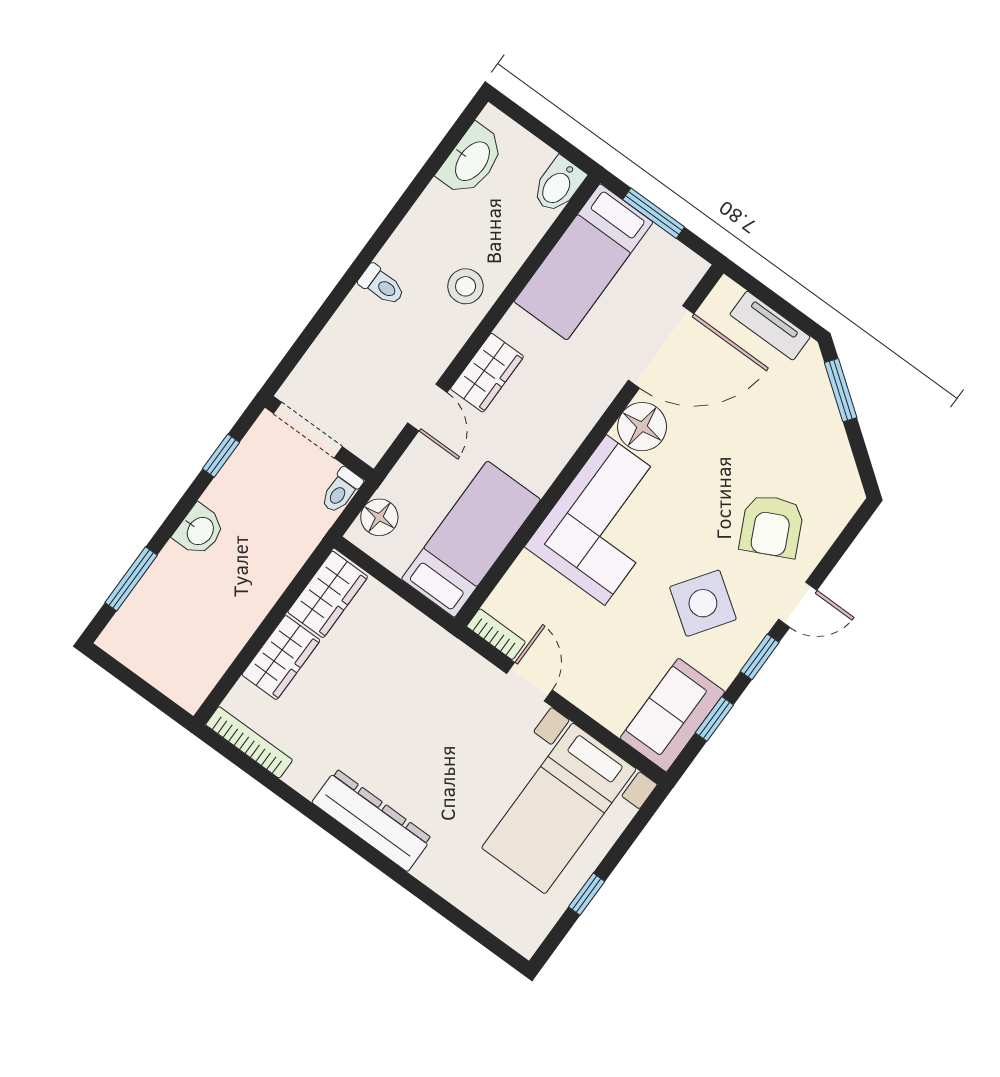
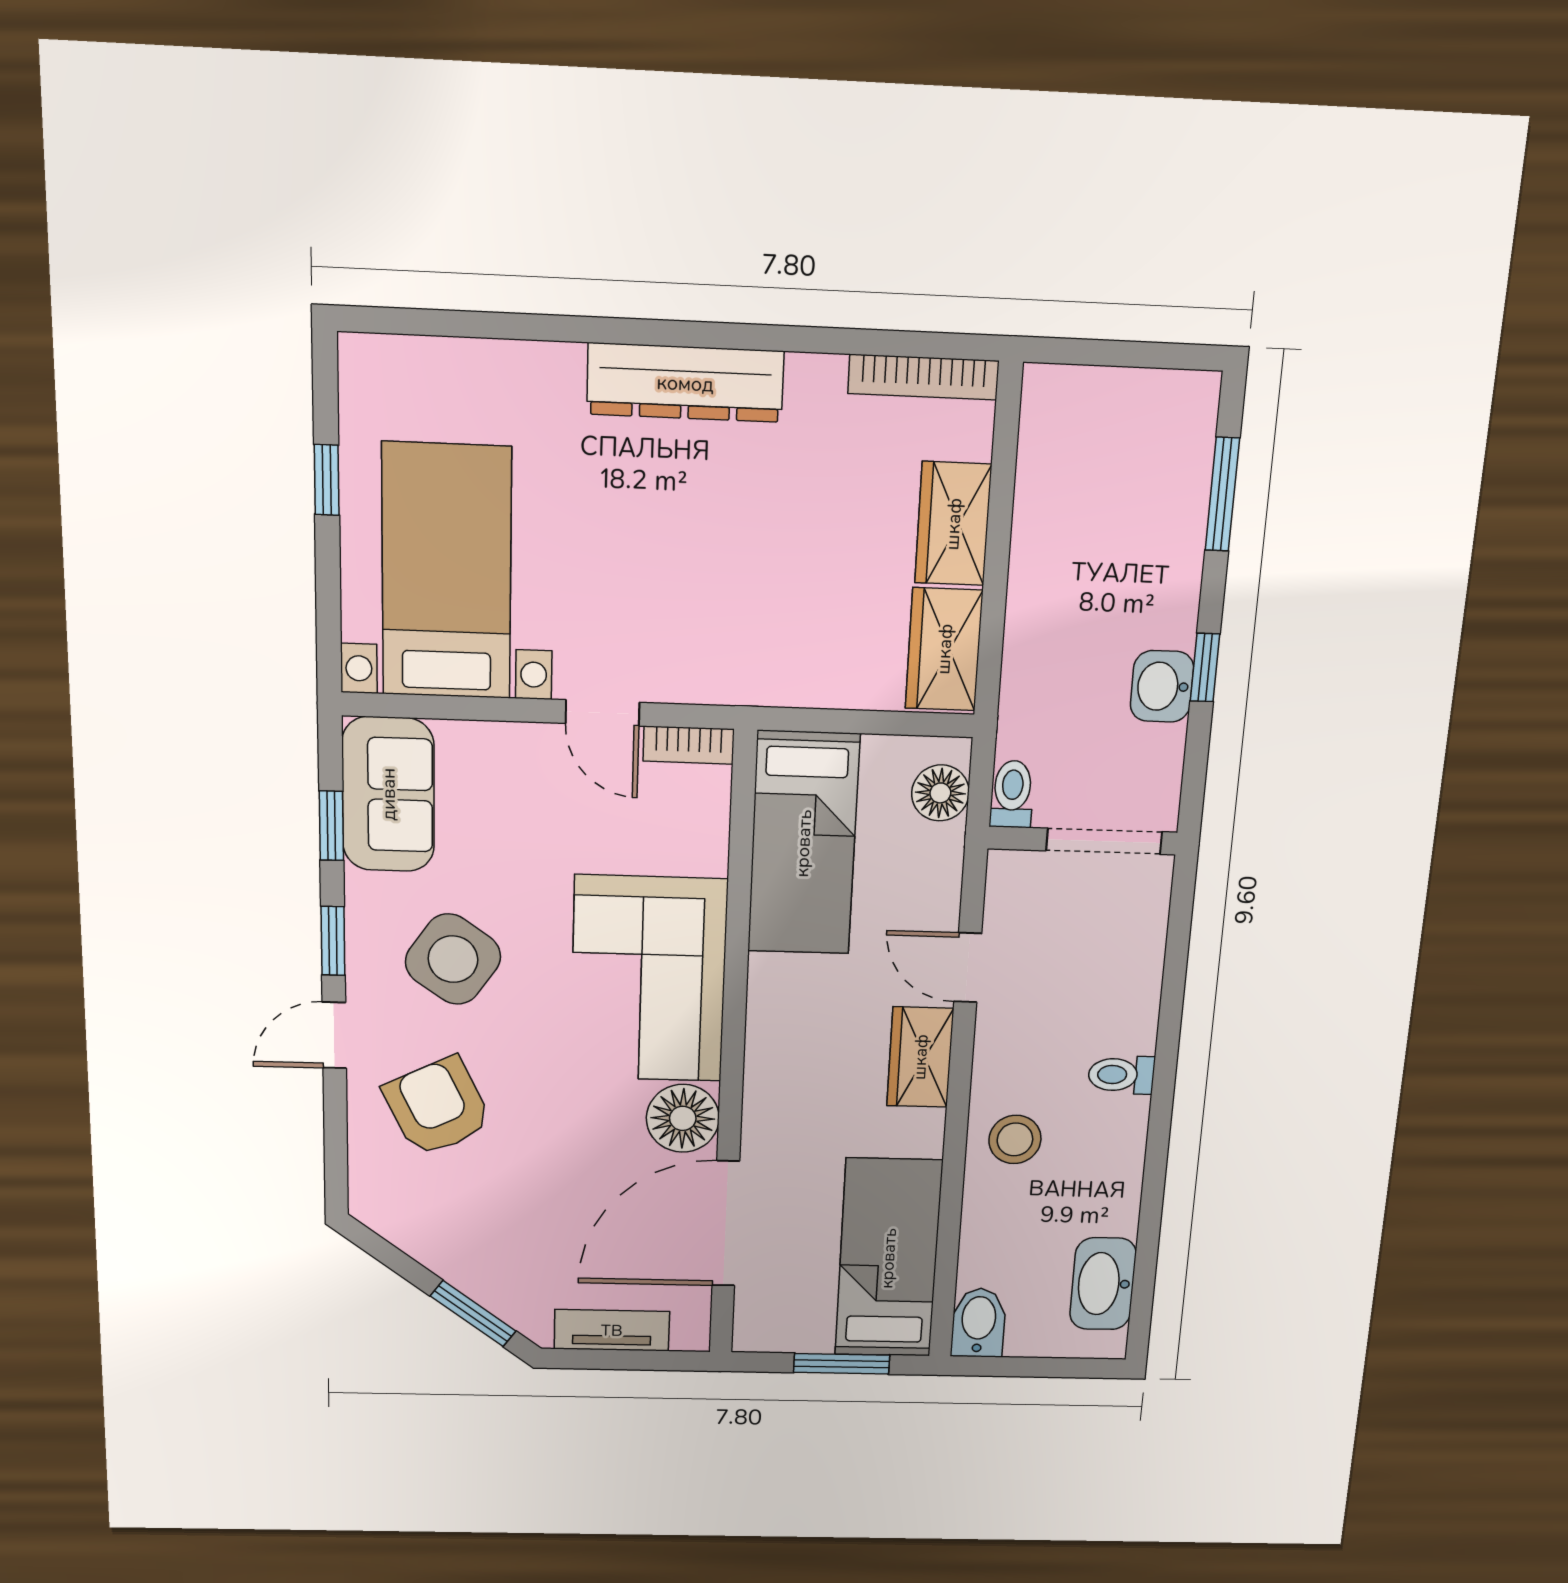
window: (221, 456) -> (1205, 667), moved
washbasin: (199, 530) -> (1162, 686), moved

